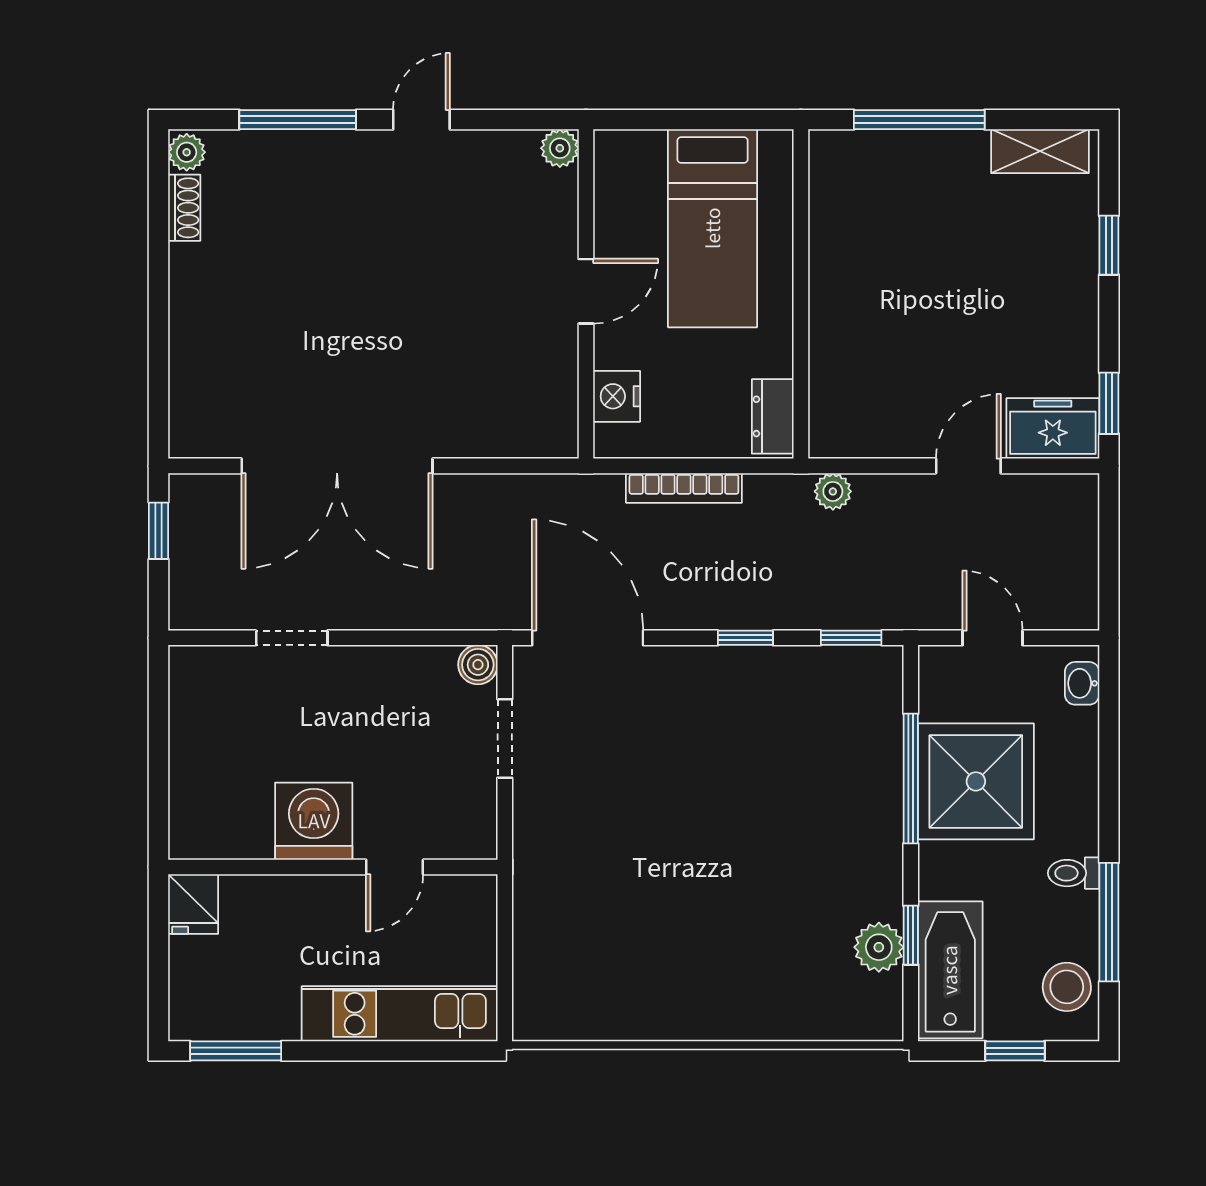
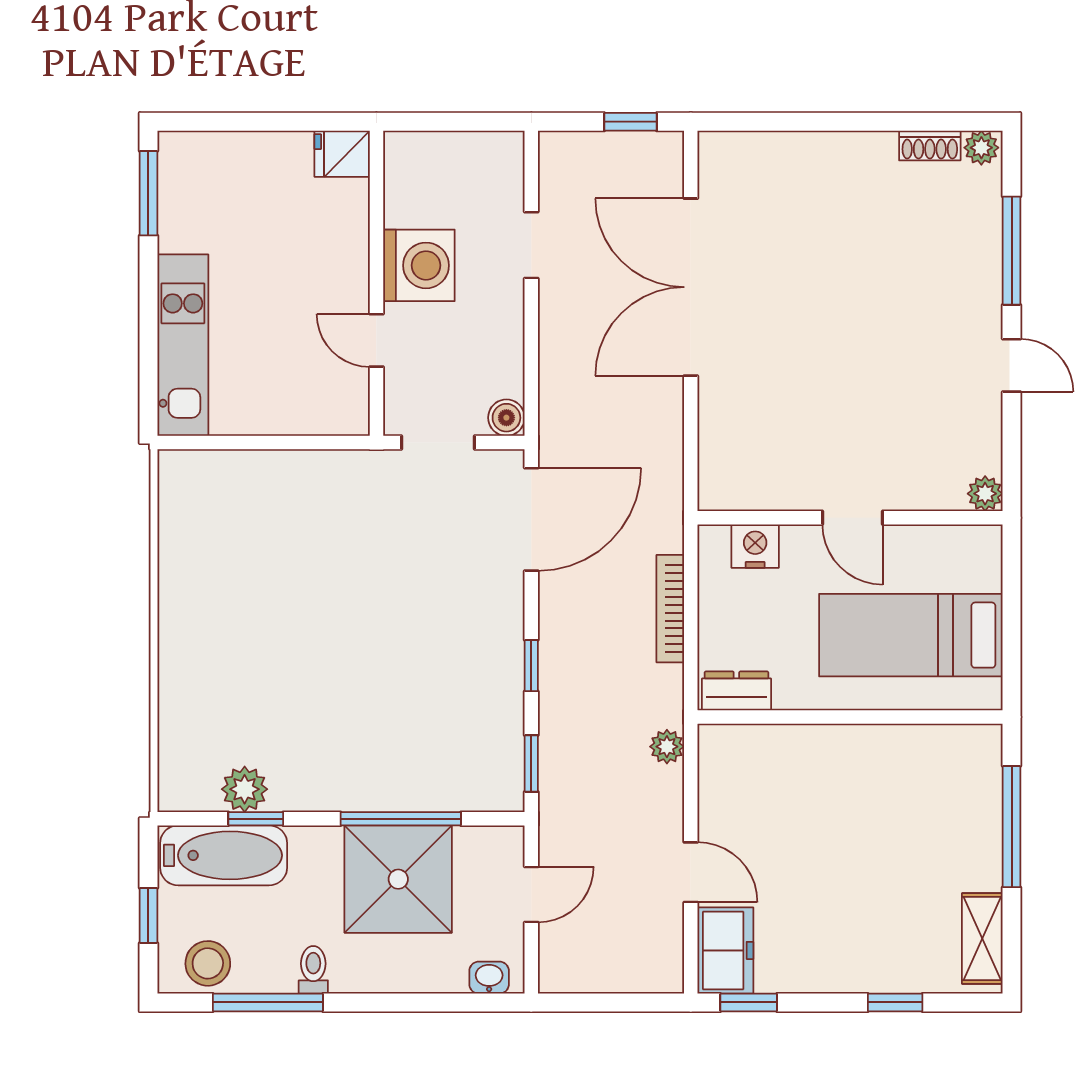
washing machine: (314, 821) -> (419, 265), moved
wall: (333, 867) -> (376, 283), moved
door: (395, 867) -> (376, 340), moved
fridge: (193, 904) -> (342, 154), moved

